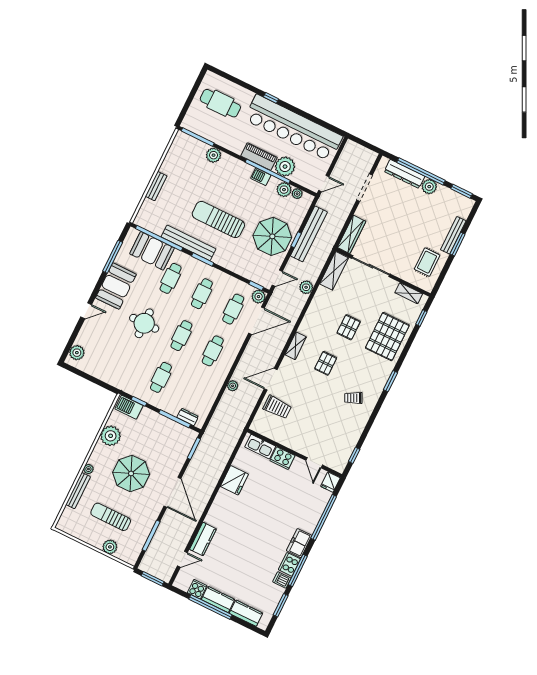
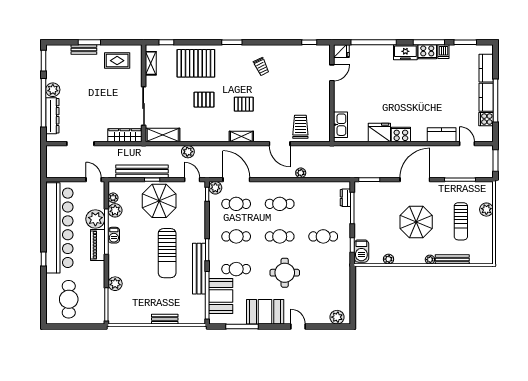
bench: (453, 235) -> (84, 50), width x0.73
plant: (111, 436) -> (389, 259), width x0.53, depth x0.53
cooker: (282, 458) -> (401, 134), moved, turned -90

